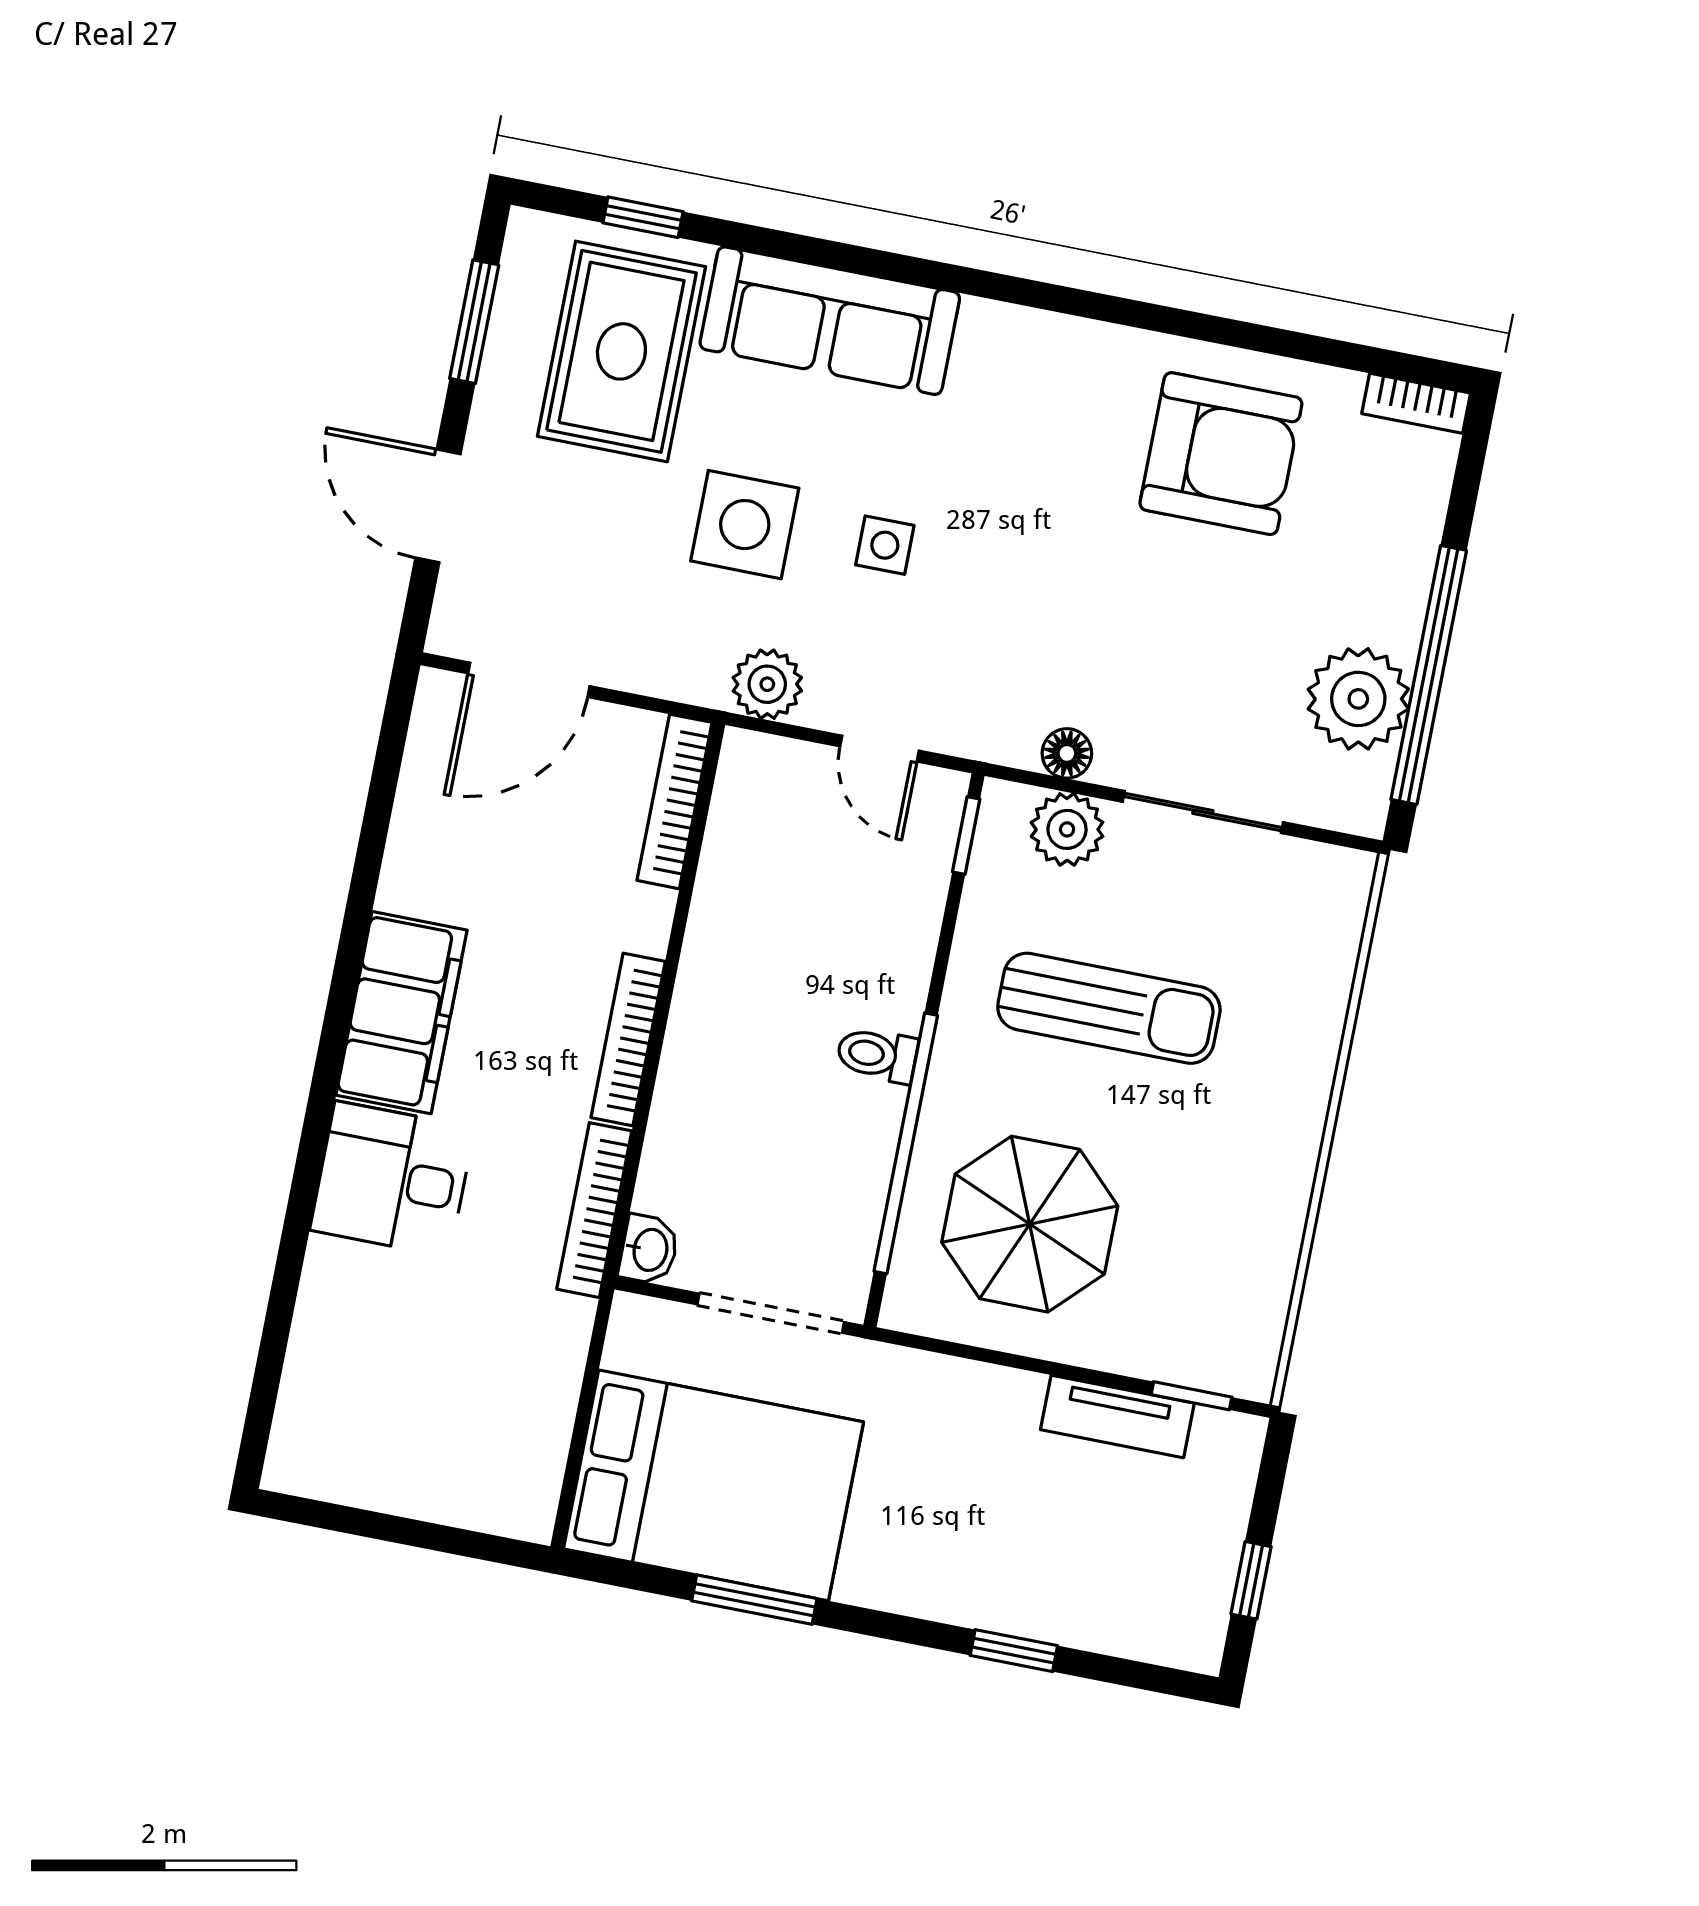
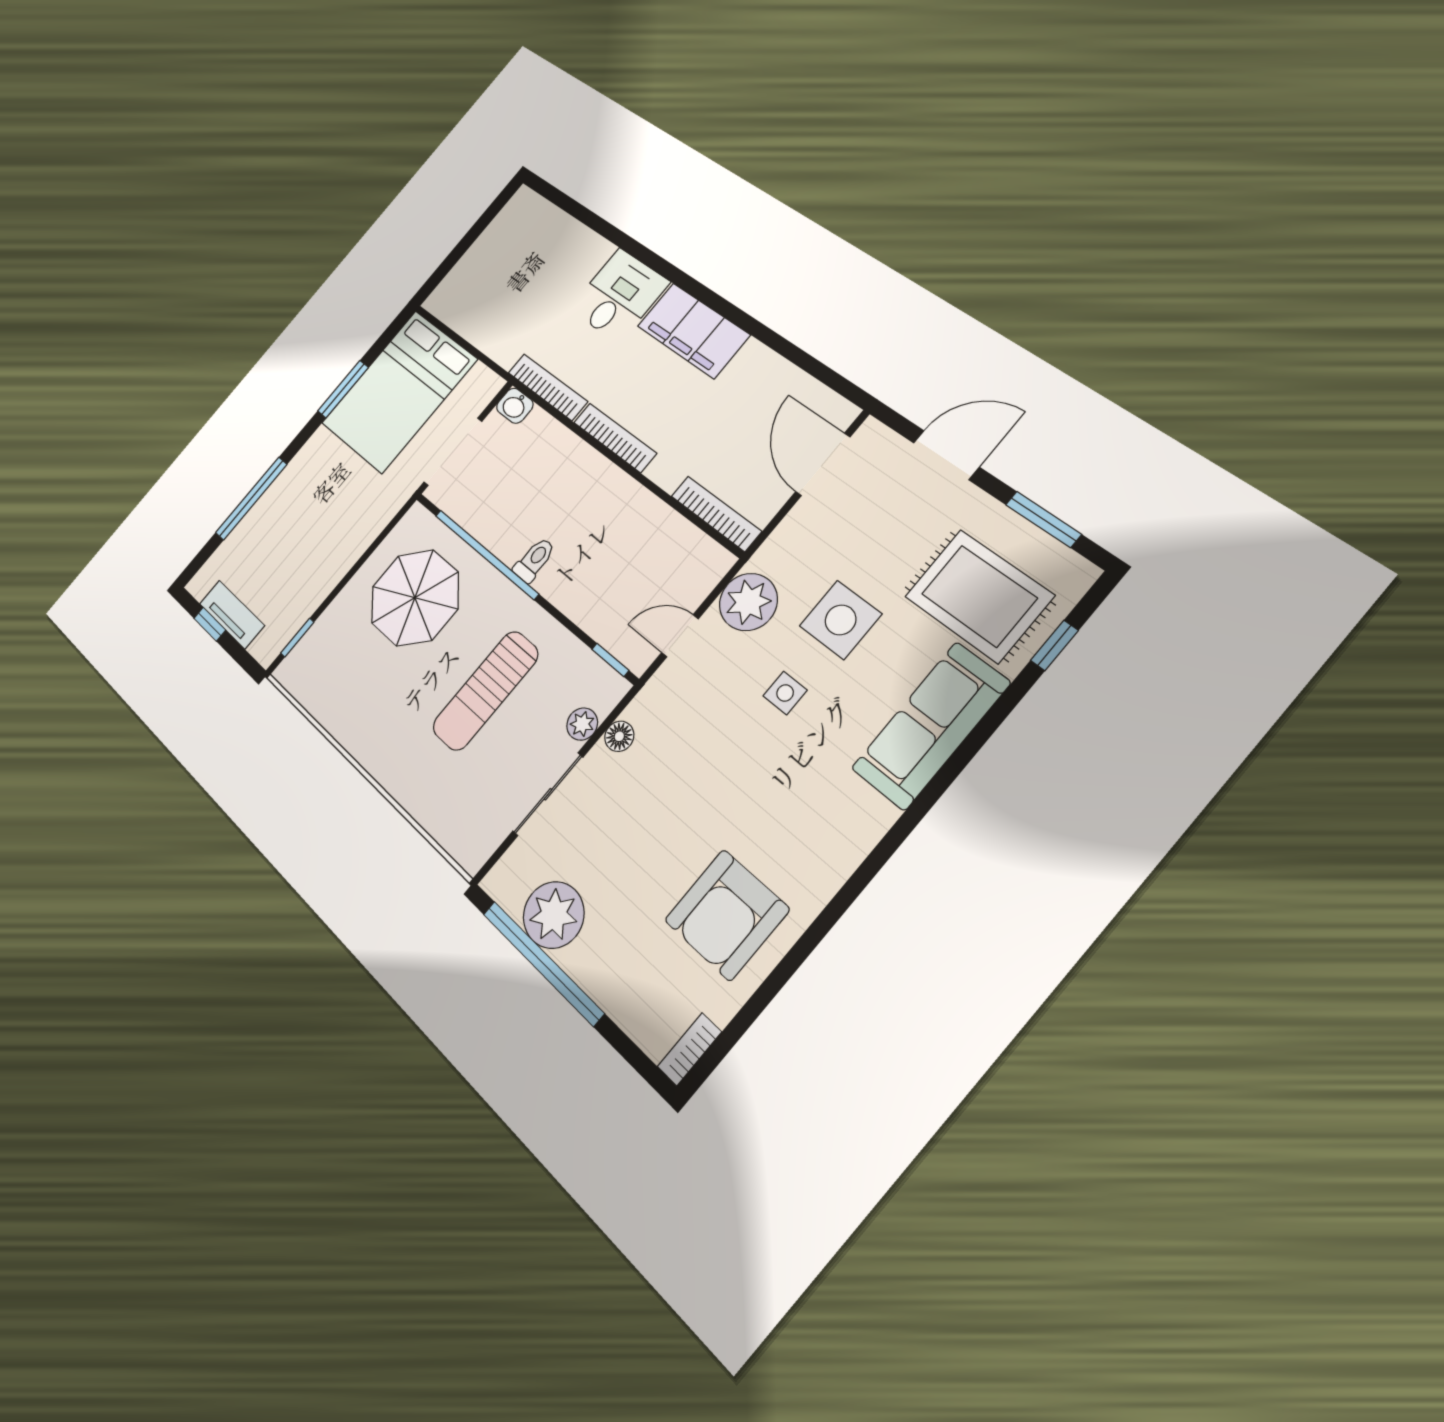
plant: (767, 684) -> (748, 602), width x1.36, depth x1.36
plant: (1067, 829) -> (582, 724), width x0.73, depth x0.73
tv unit: (1117, 1416) -> (232, 615), moved, turned 90
window: (1014, 1651) -> (251, 498), width x2.17

